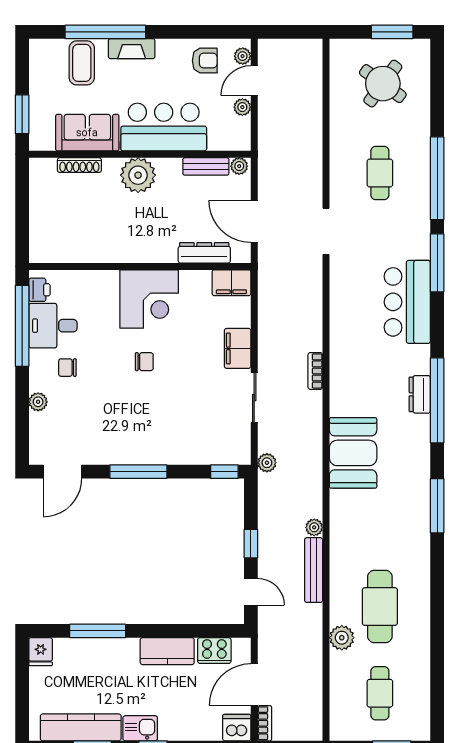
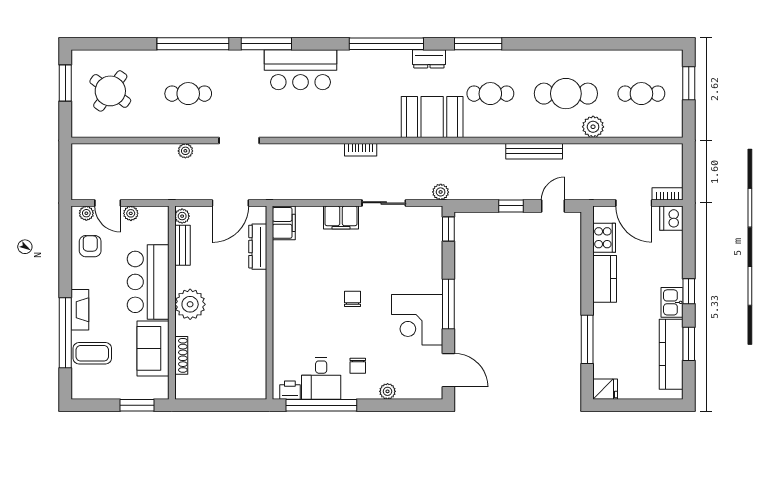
corner desk: (149, 299) -> (417, 320), moved, turned 180
dresser: (420, 394) -> (429, 59), moved
cafe table: (380, 520) -> (490, 94), added
plant: (314, 527) -> (185, 151), moved

